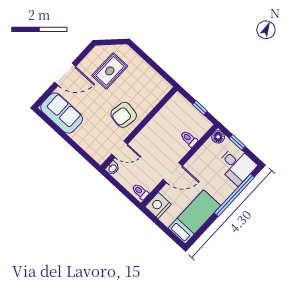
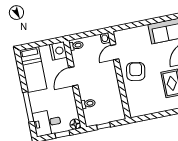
window: (234, 195) -> (28, 107), width x0.68

